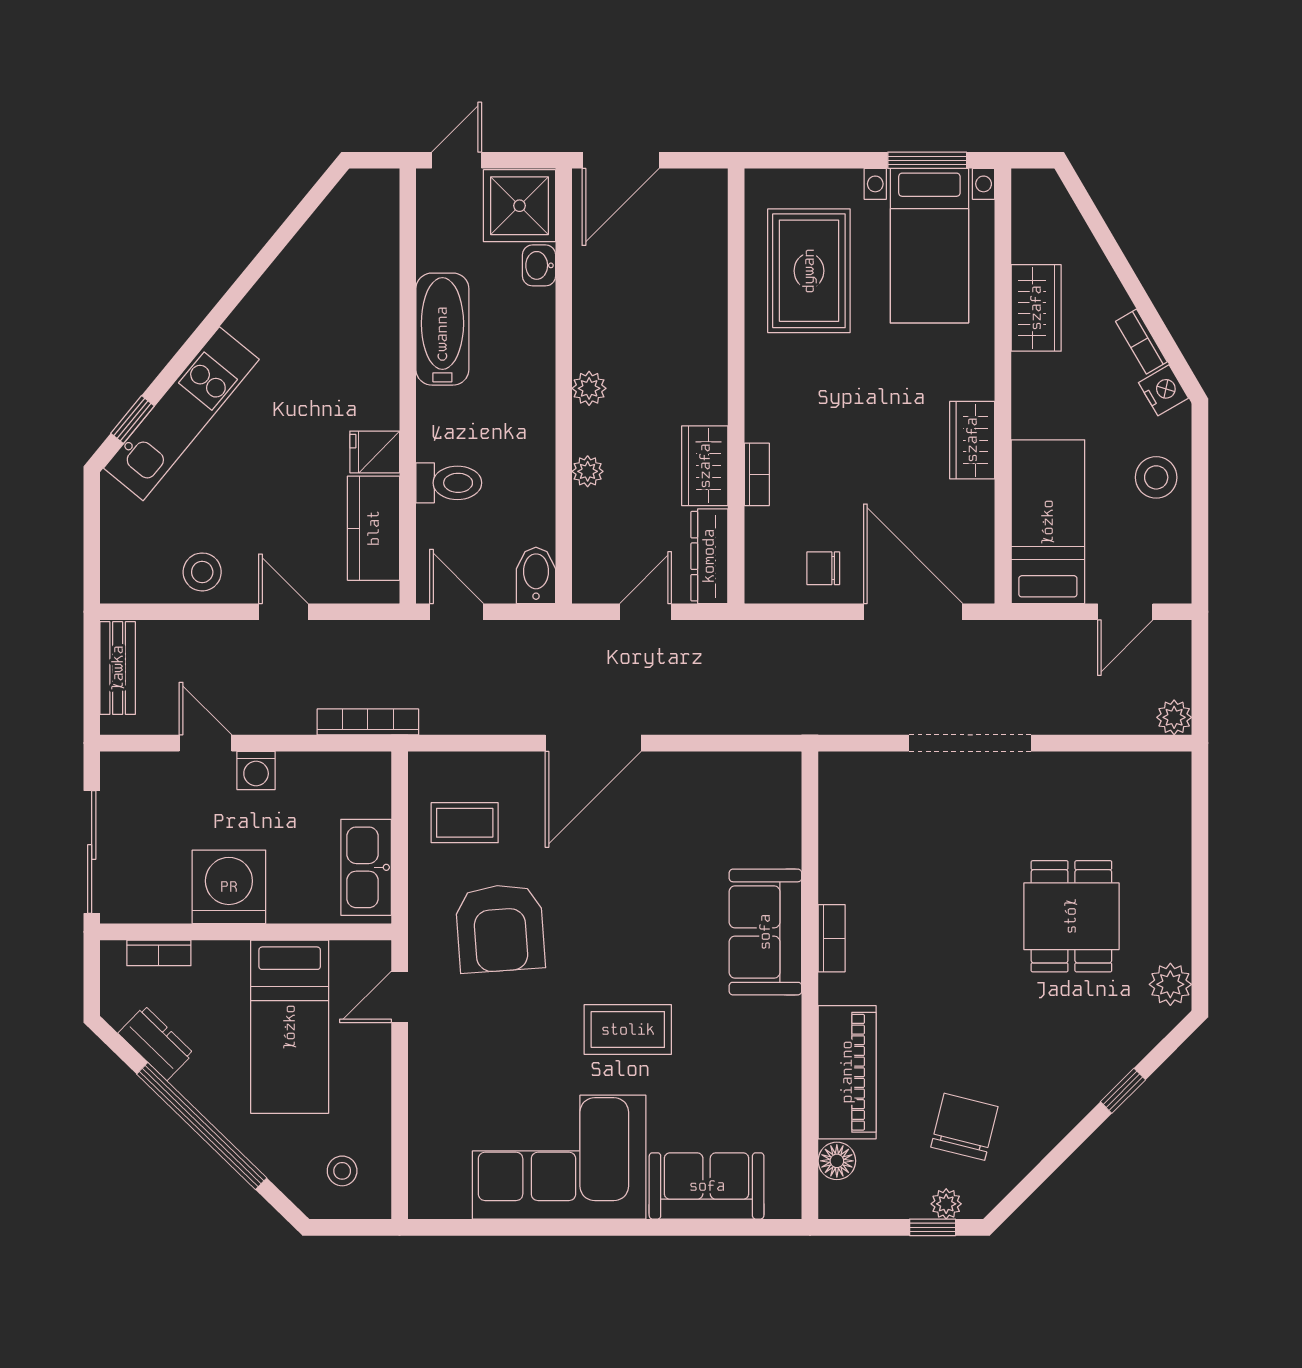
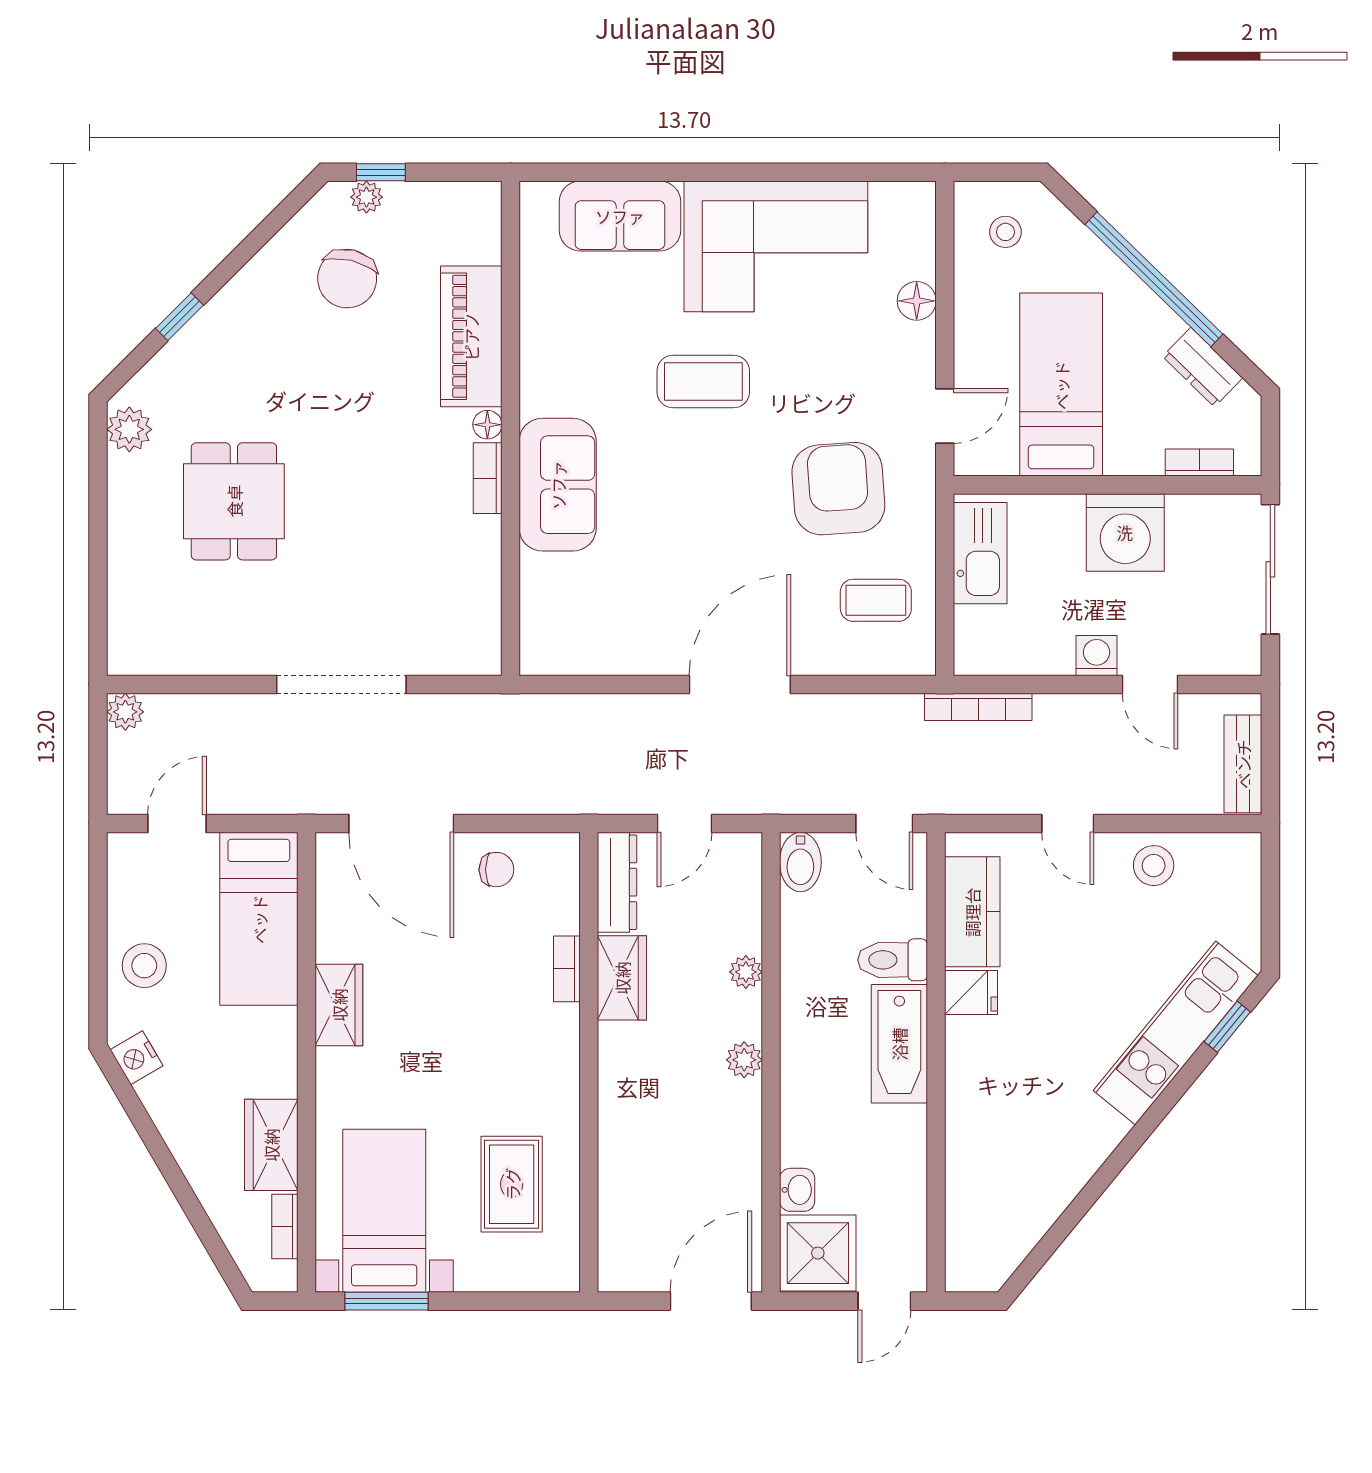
rug: (809, 271) -> (512, 1184), width x0.73, depth x0.70
bathtub: (442, 329) -> (899, 1044), moved
bookcase: (1141, 342) -> (285, 1227), moved, turned -150
floor lamp: (426, 1106) -> (917, 301), added
floor lamp: (837, 1161) -> (487, 425), moved, width x0.73, depth x0.73

